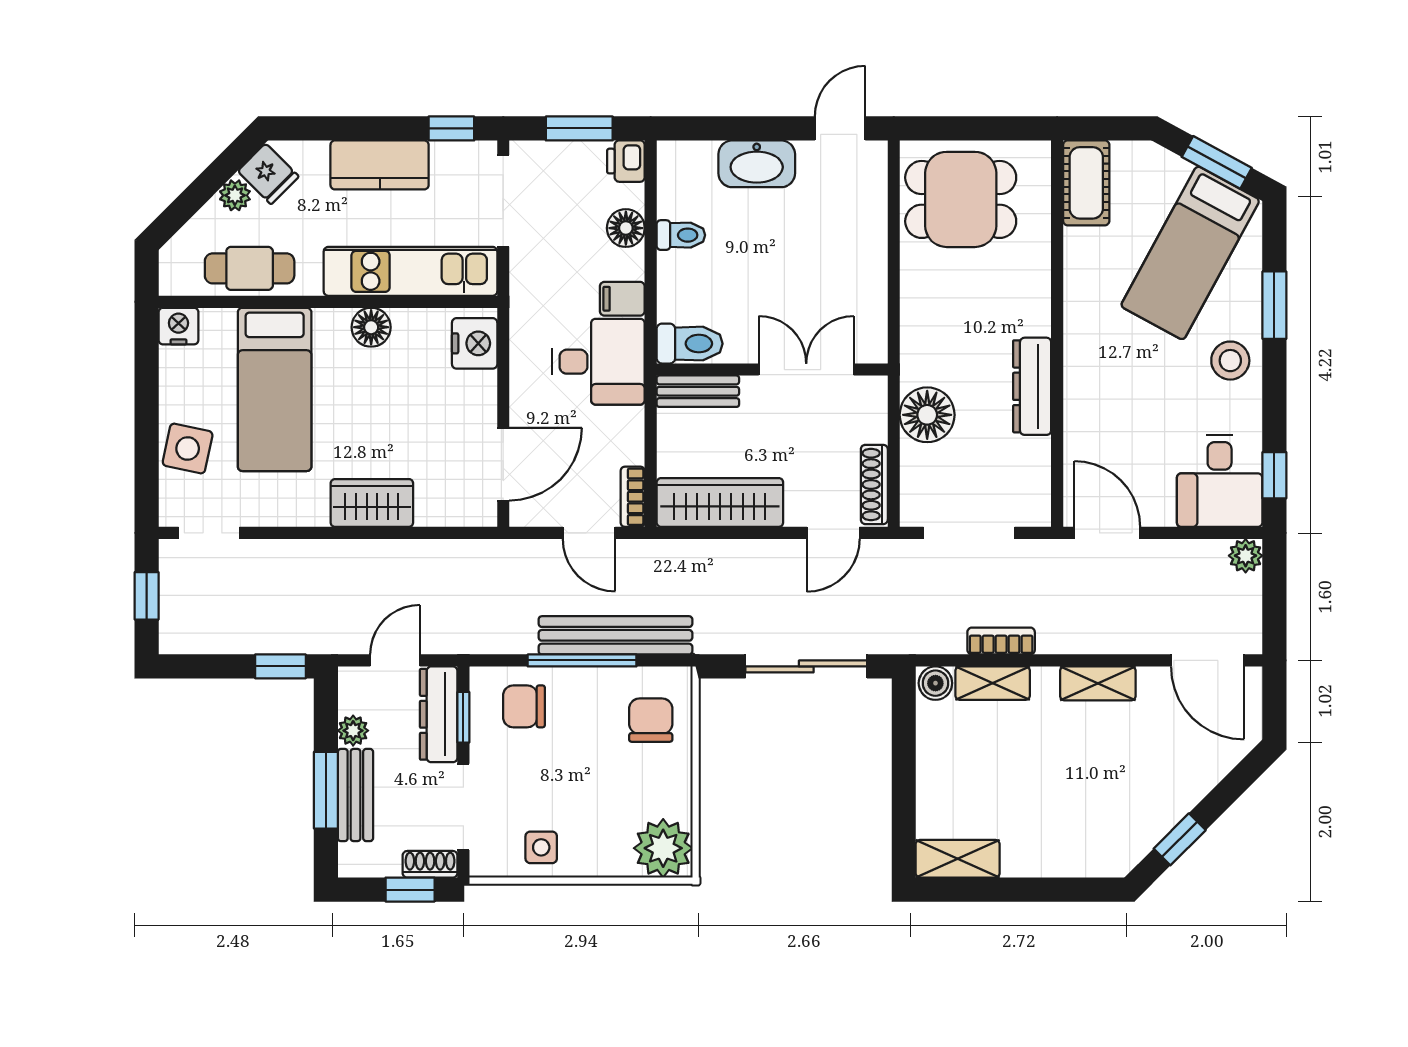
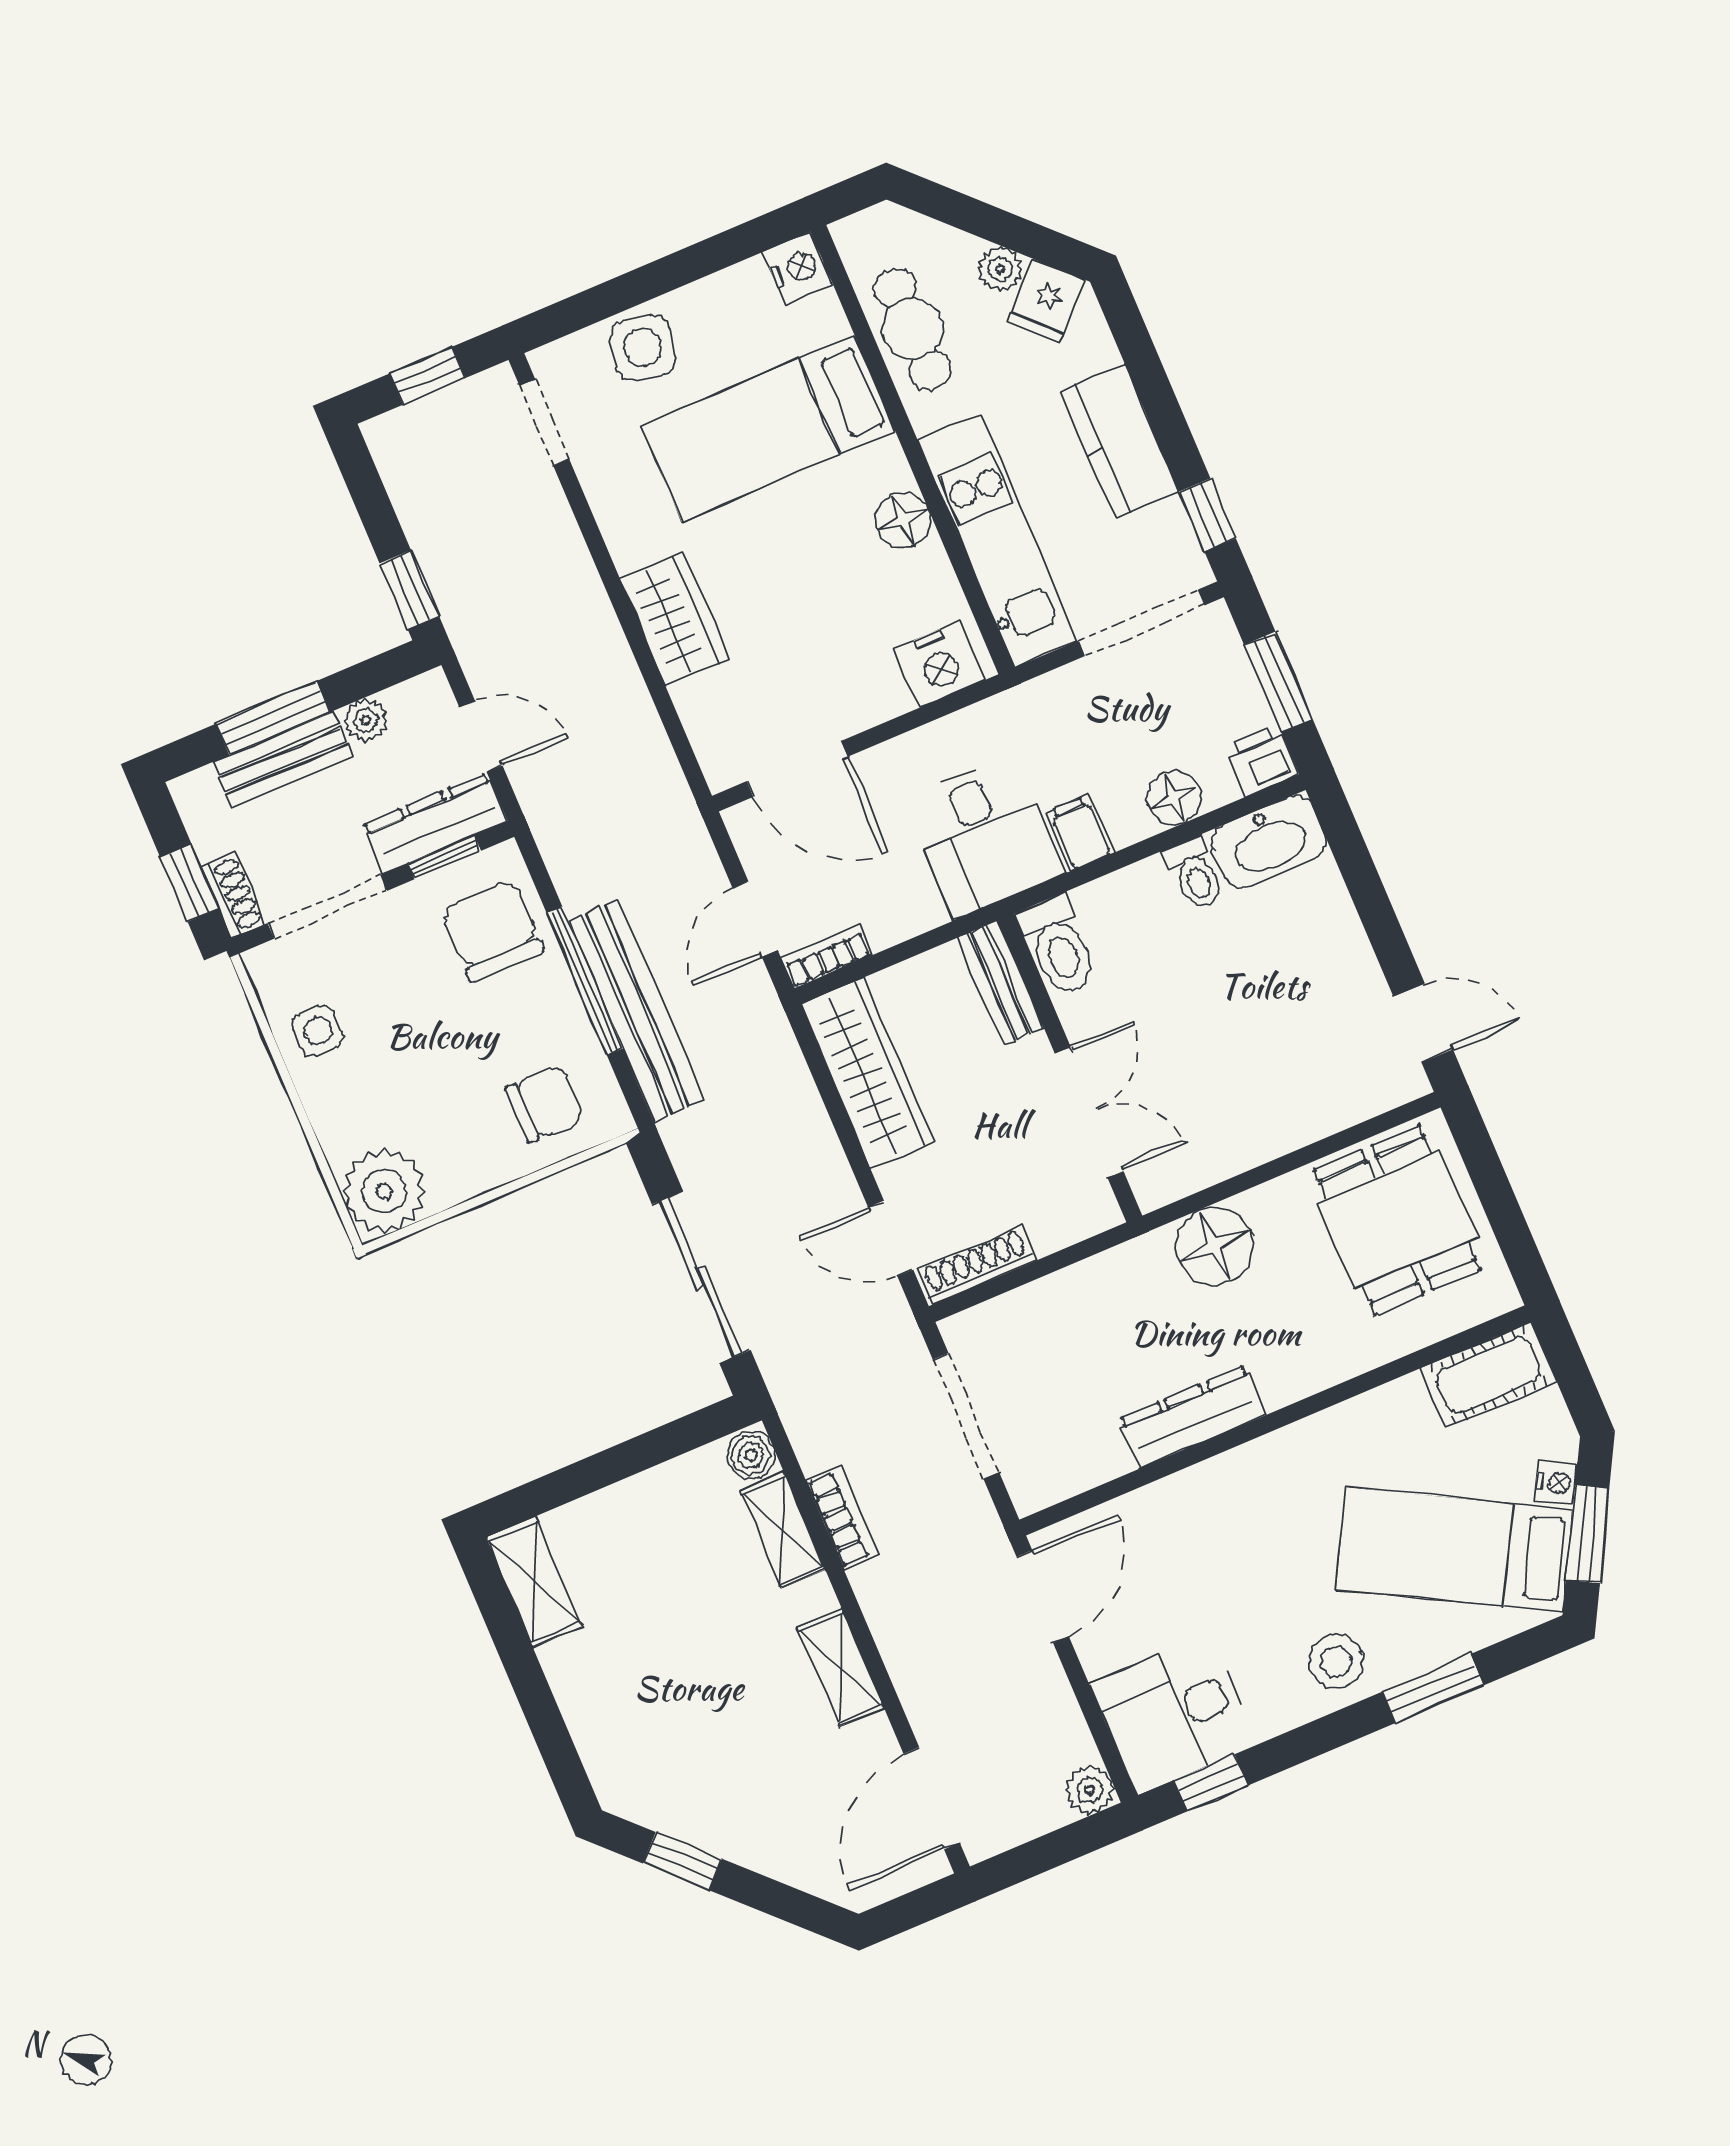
washbasin: (757, 164) -> (1269, 842), moved, turned -90
nightstand: (1175, 169) -> (1556, 1483), added
floor lamp: (927, 415) -> (1214, 1246), moved
chair: (524, 706) -> (492, 930), width x1.37, depth x1.37

